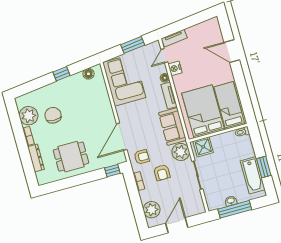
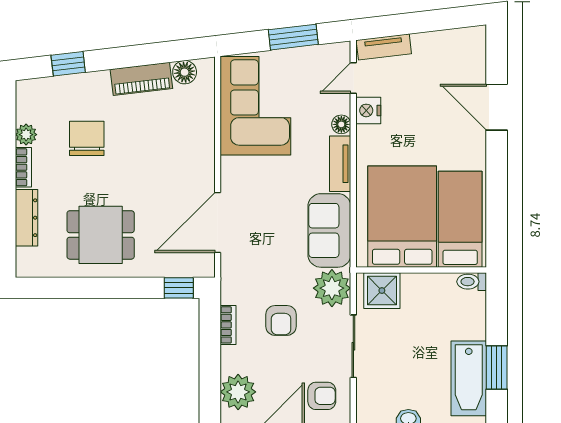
window: (62, 74) -> (68, 64), moved
piano: (70, 82) -> (141, 79), added
plant: (29, 116) -> (26, 135), width x0.53, depth x0.53
armchair: (142, 157) -> (322, 396), moved

